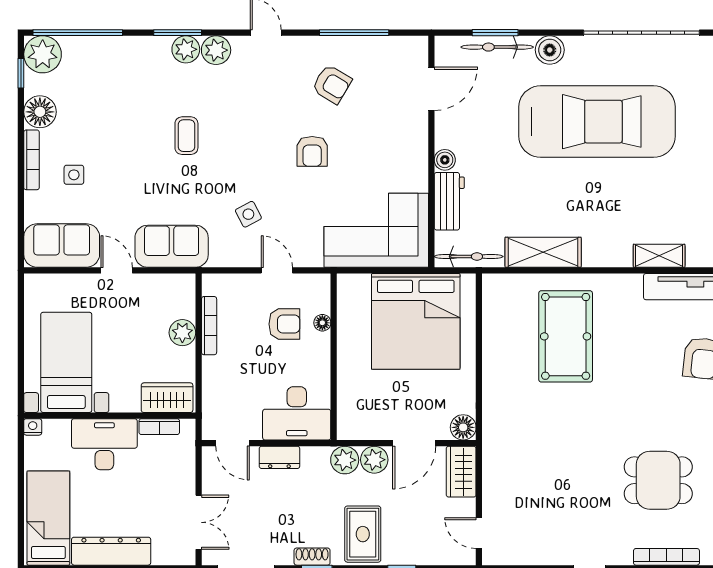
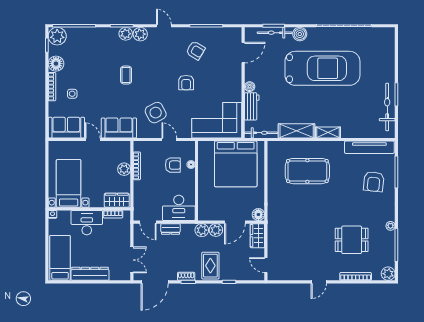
side table: (248, 214) -> (156, 113), width x1.87, depth x1.87
shelving: (659, 256) -> (328, 132), moved
pool table: (566, 336) -> (307, 171), turned 90

